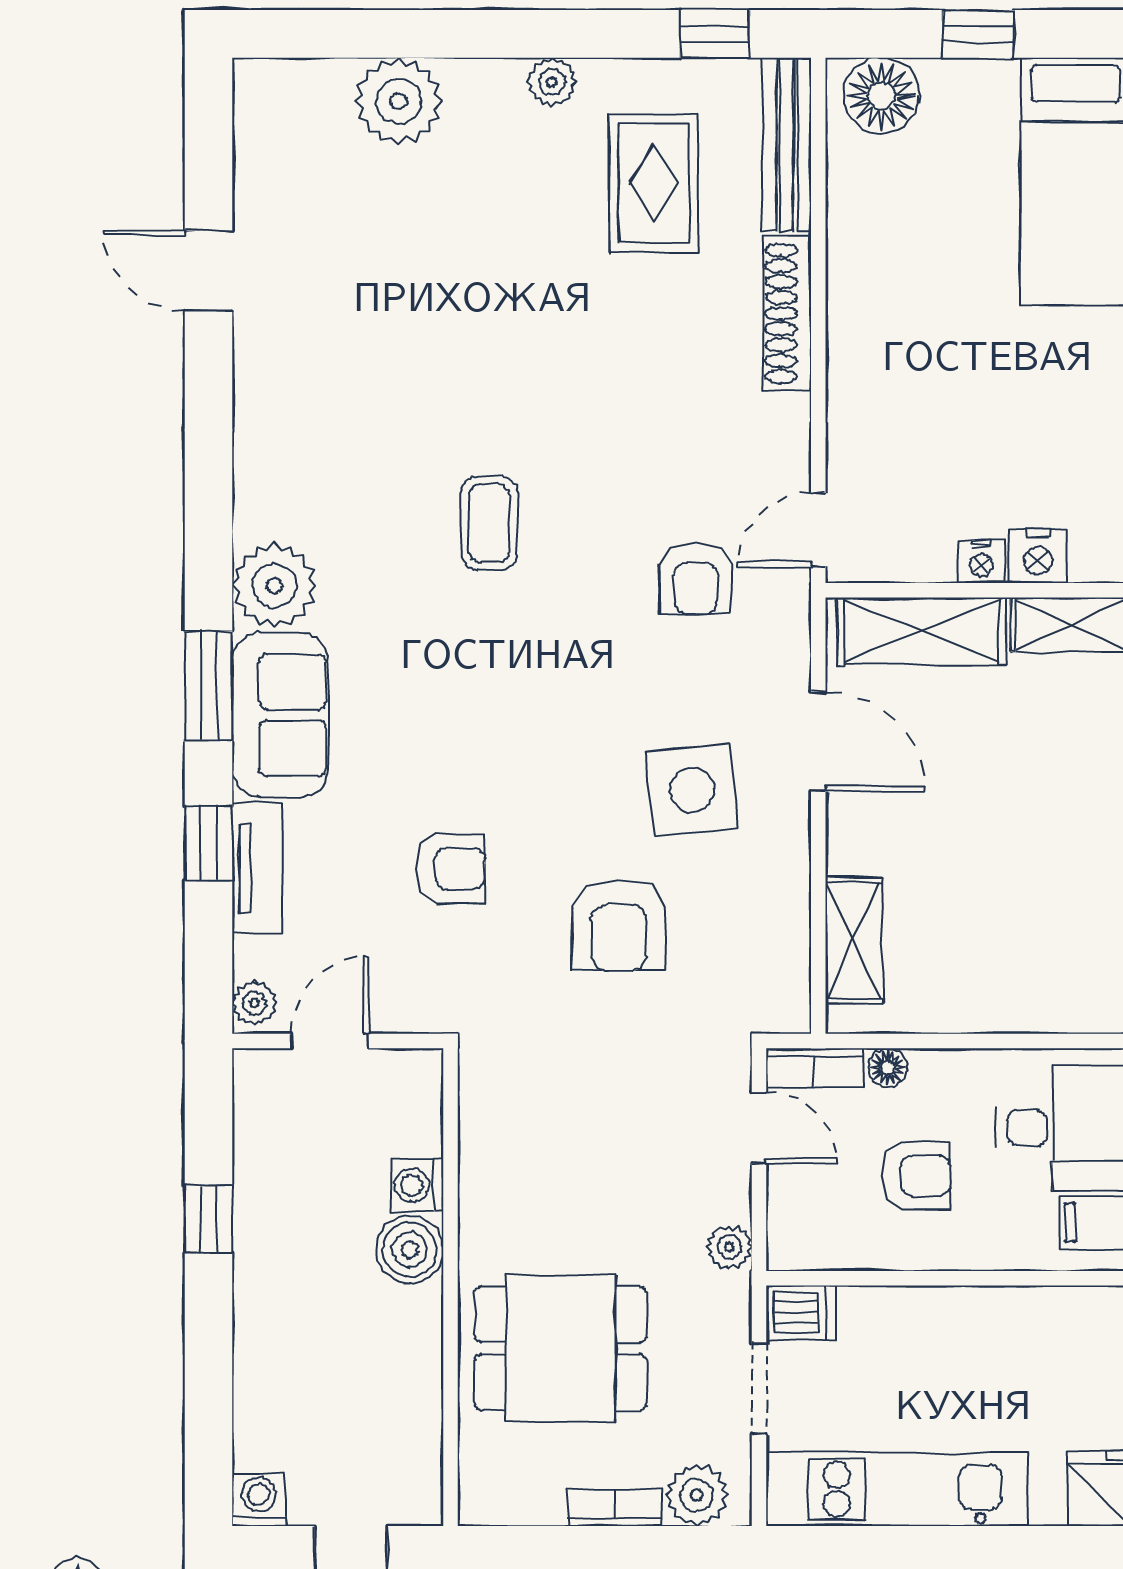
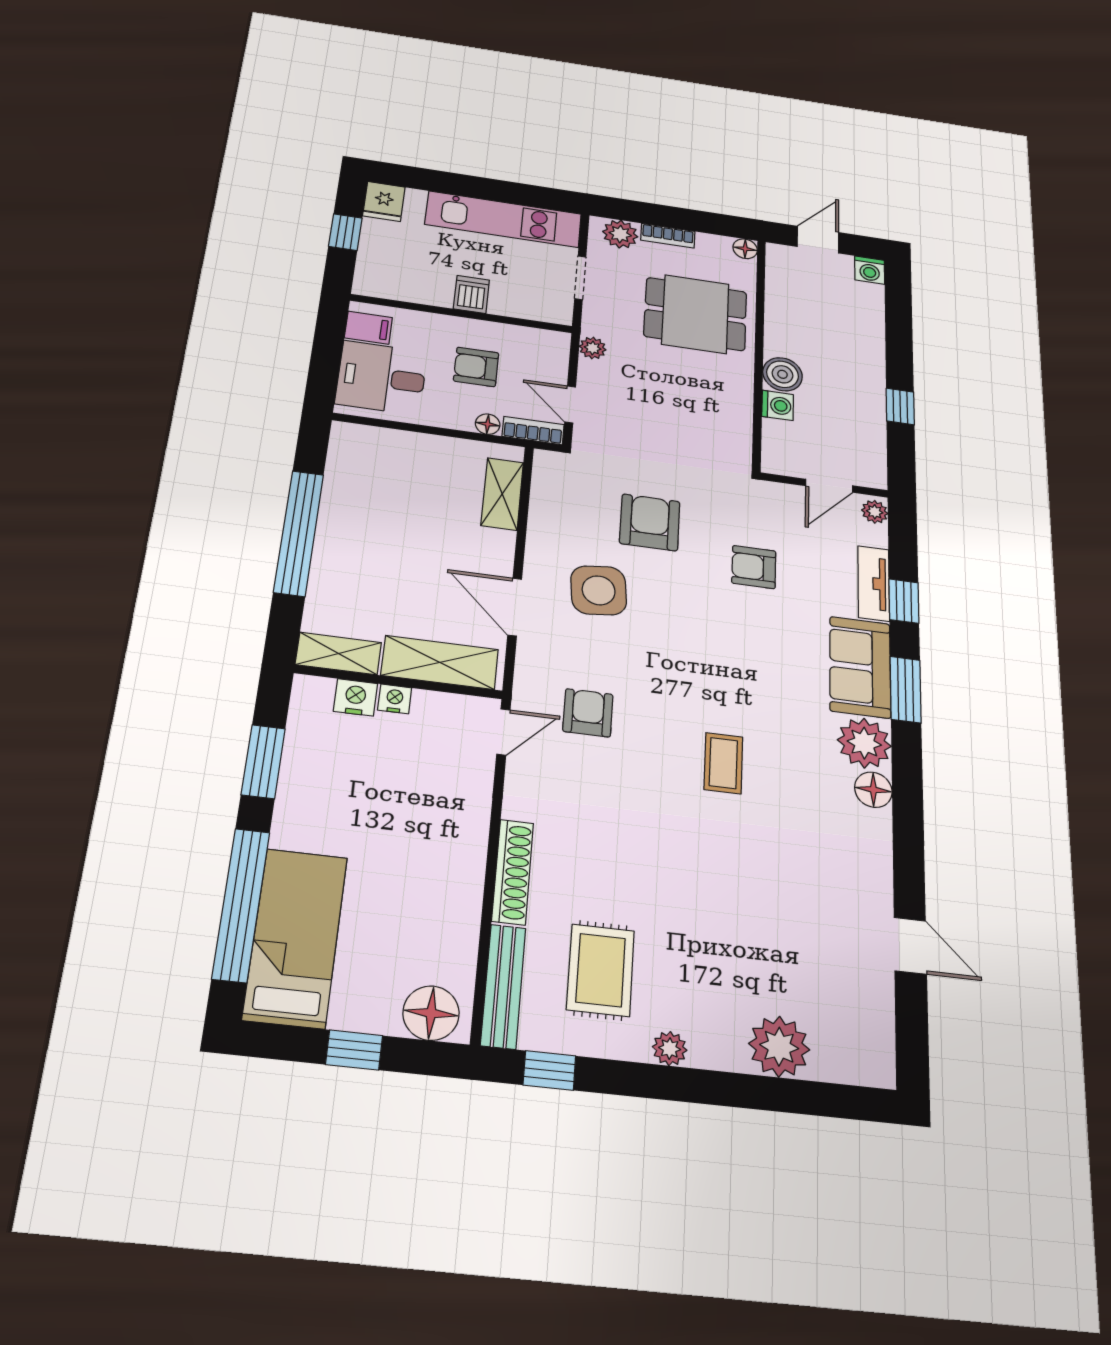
floor lamp: (261, 510) -> (873, 790), added
dishwasher: (801, 1312) -> (471, 294), moved, turned 90
floor lamp: (479, 1505) -> (745, 249), added

